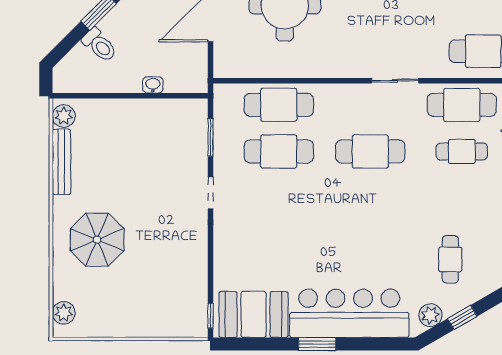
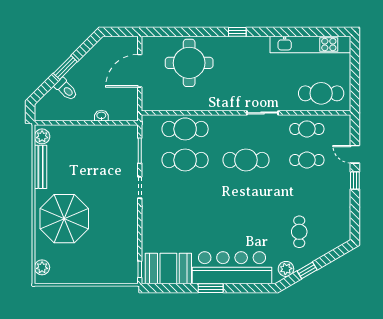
cafe table: (462, 105) -> (307, 129), width x0.73, depth x0.74
parasol: (97, 240) -> (64, 219), width x1.36, depth x1.36

